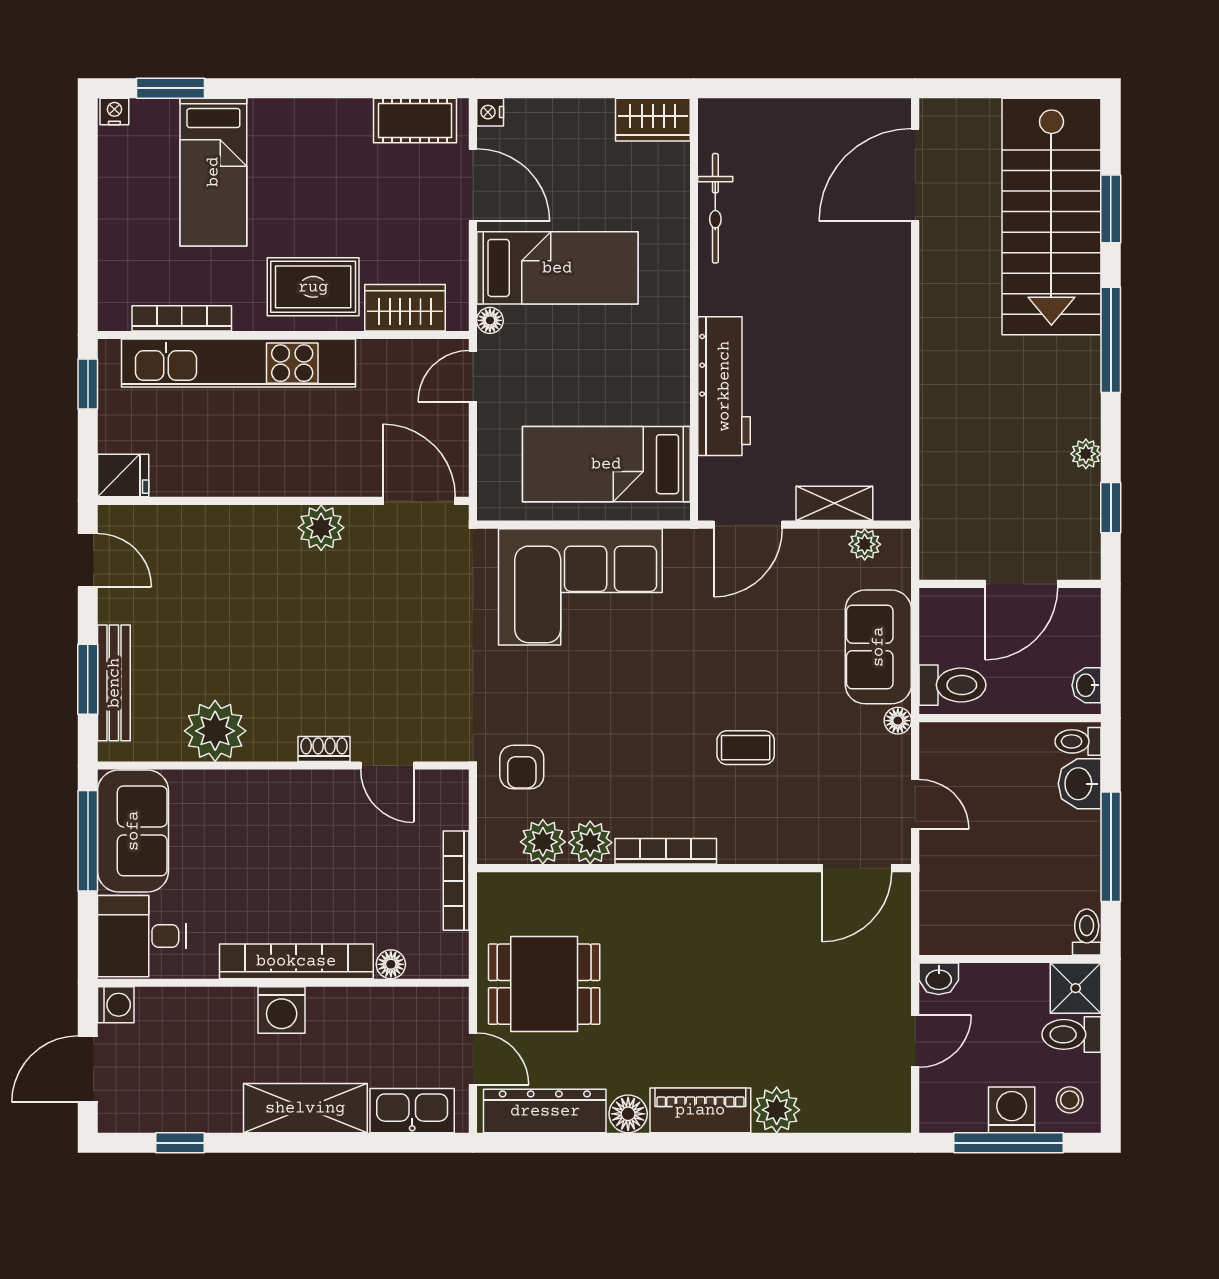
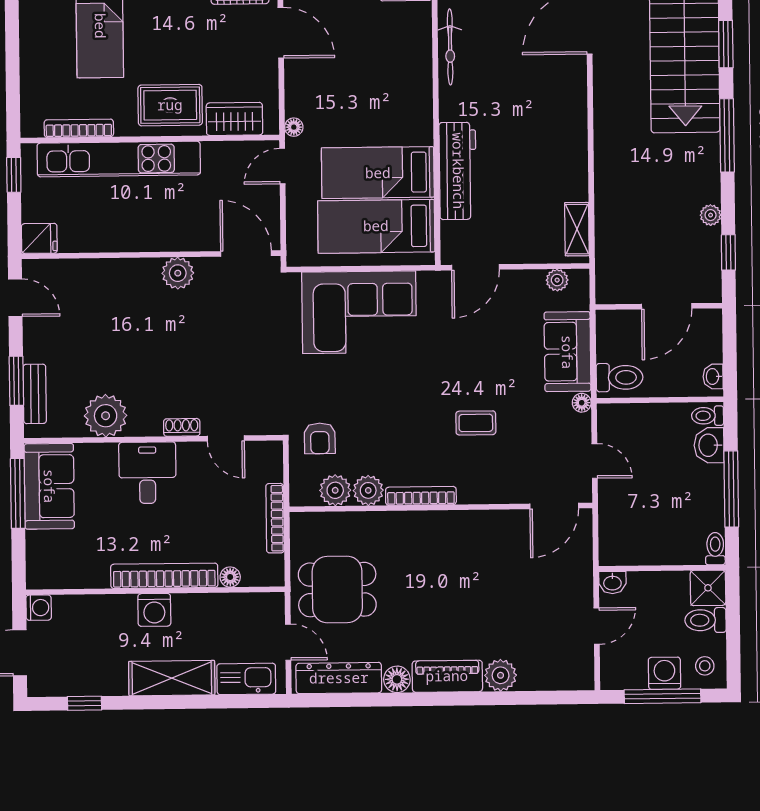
bed: (557, 268) -> (378, 173), moved, turned 180
shelving: (834, 503) -> (577, 229), moved, turned 90
bench: (114, 683) -> (35, 394), width x0.73
desk: (142, 936) -> (147, 473), moved, turned 90

